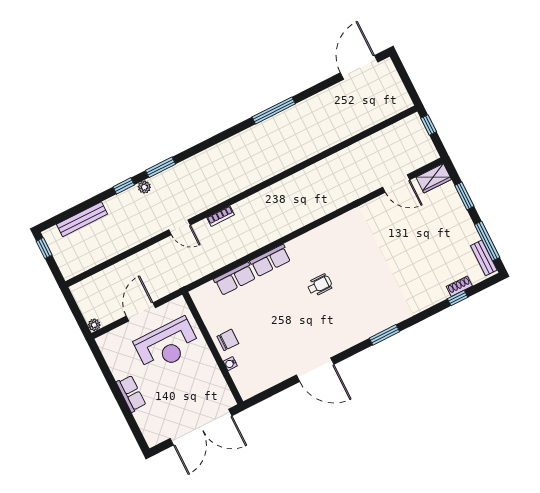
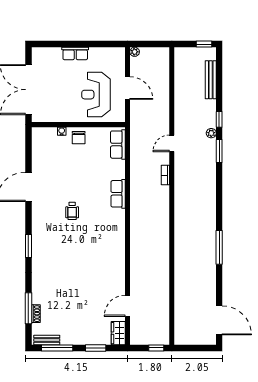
row of seats: (235, 279) -> (118, 145), moved
wheelchair: (320, 285) -> (72, 211), moved
window: (458, 298) -> (28, 308), width x2.17

